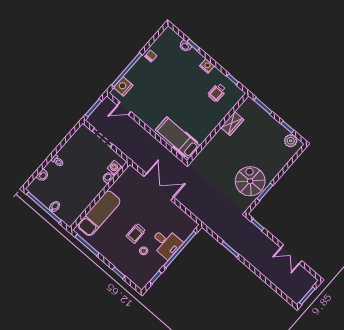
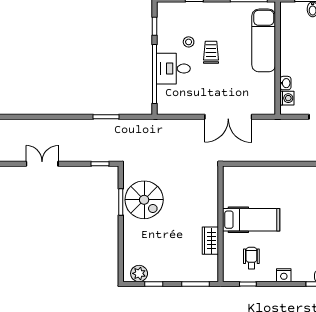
hospital bed: (178, 138) -> (251, 220), moved

